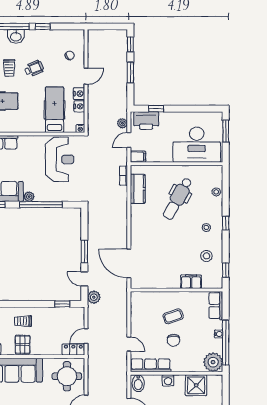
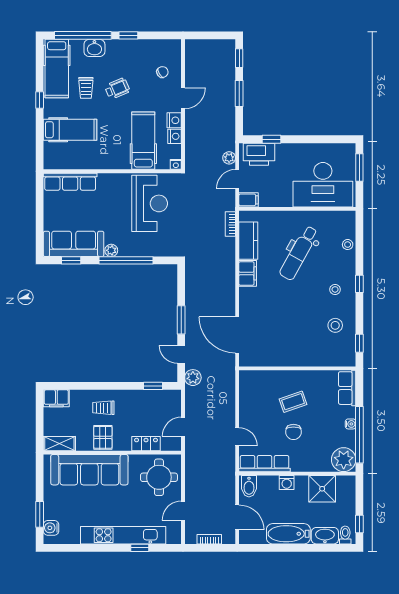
filing cabinet: (191, 282) -> (248, 273), moved, turned 90
locker: (73, 350) -> (146, 444), moved

